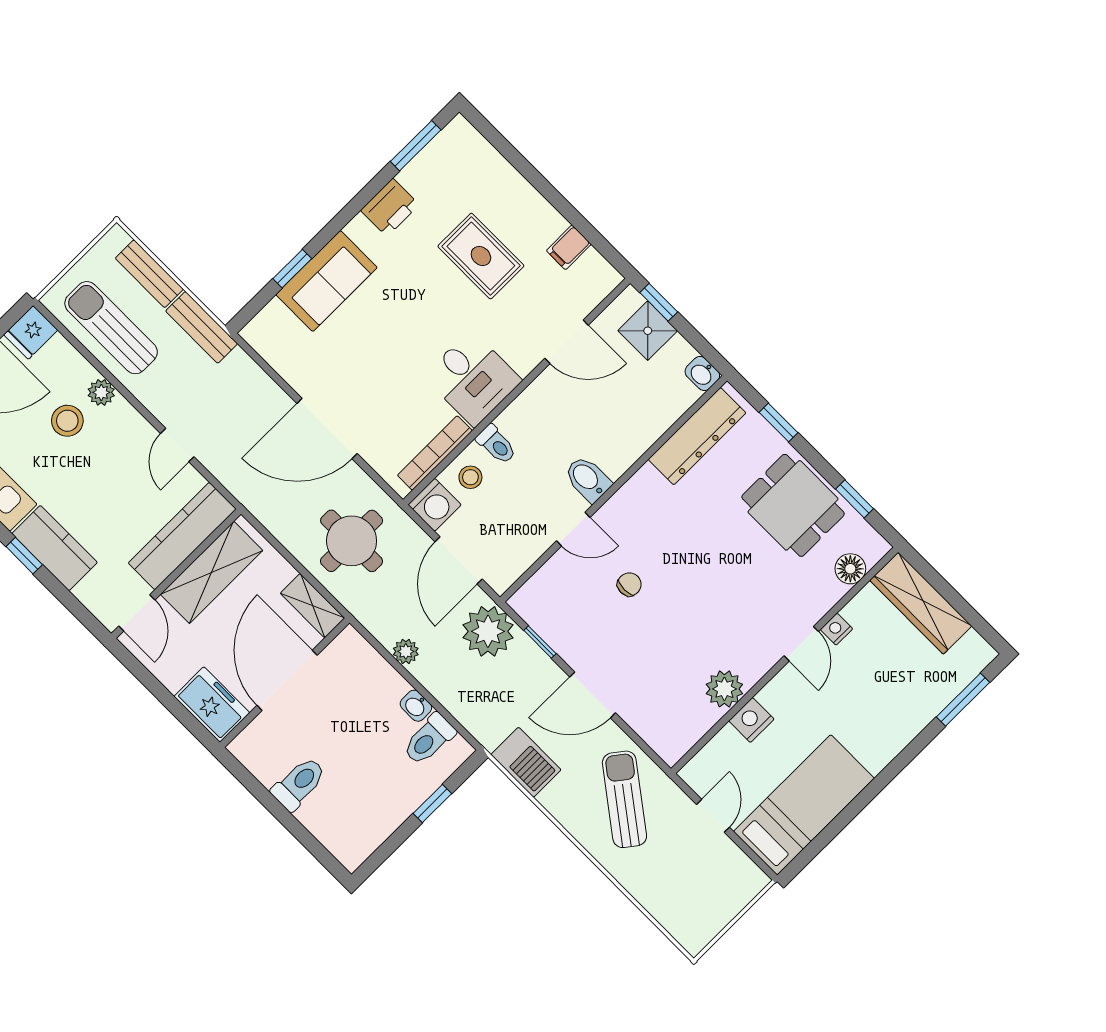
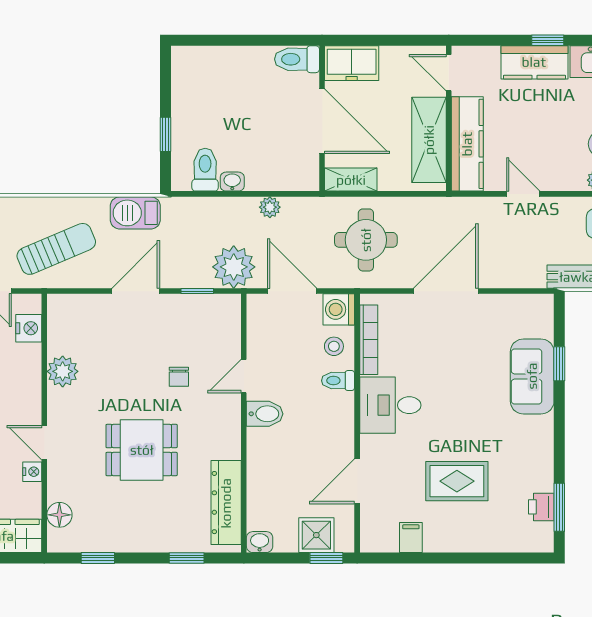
printer: (390, 207) -> (541, 507), moved, width x0.73, depth x0.81
dining table: (793, 505) -> (142, 450), moved
nightstand: (751, 720) -> (29, 328), moved
toilet: (299, 784) -> (297, 59), moved, turned 90
sun lounger: (624, 799) -> (56, 249), turned -60

